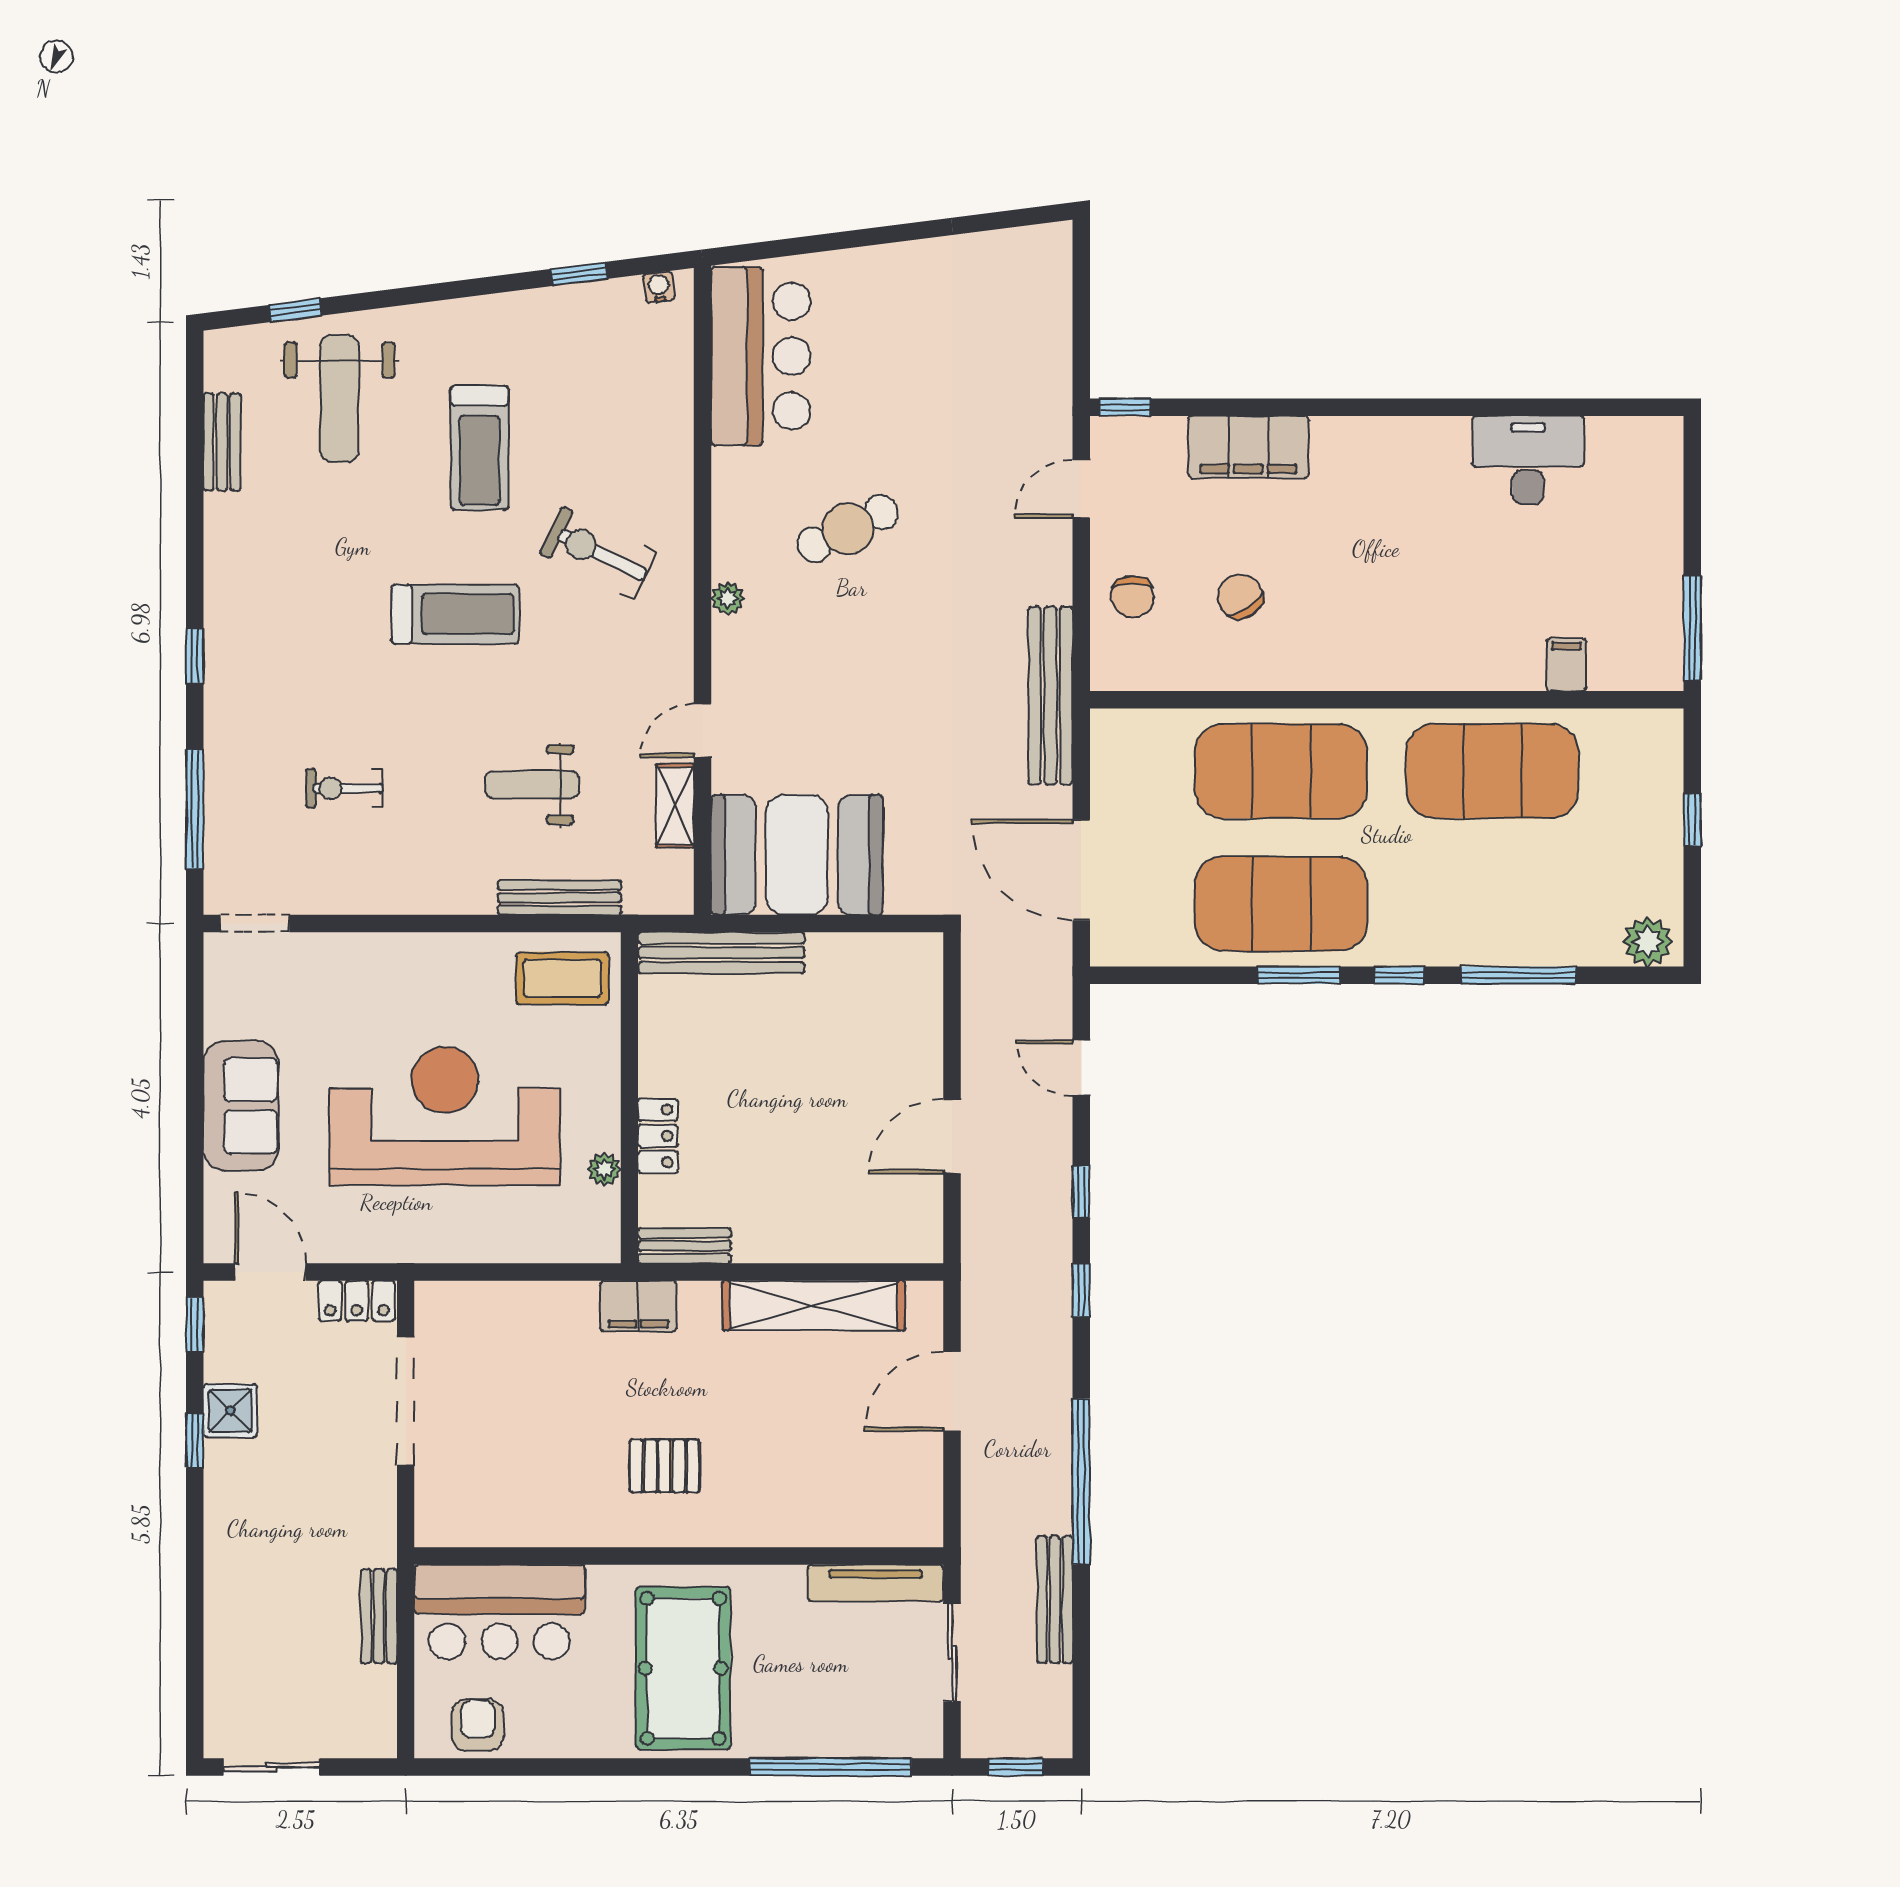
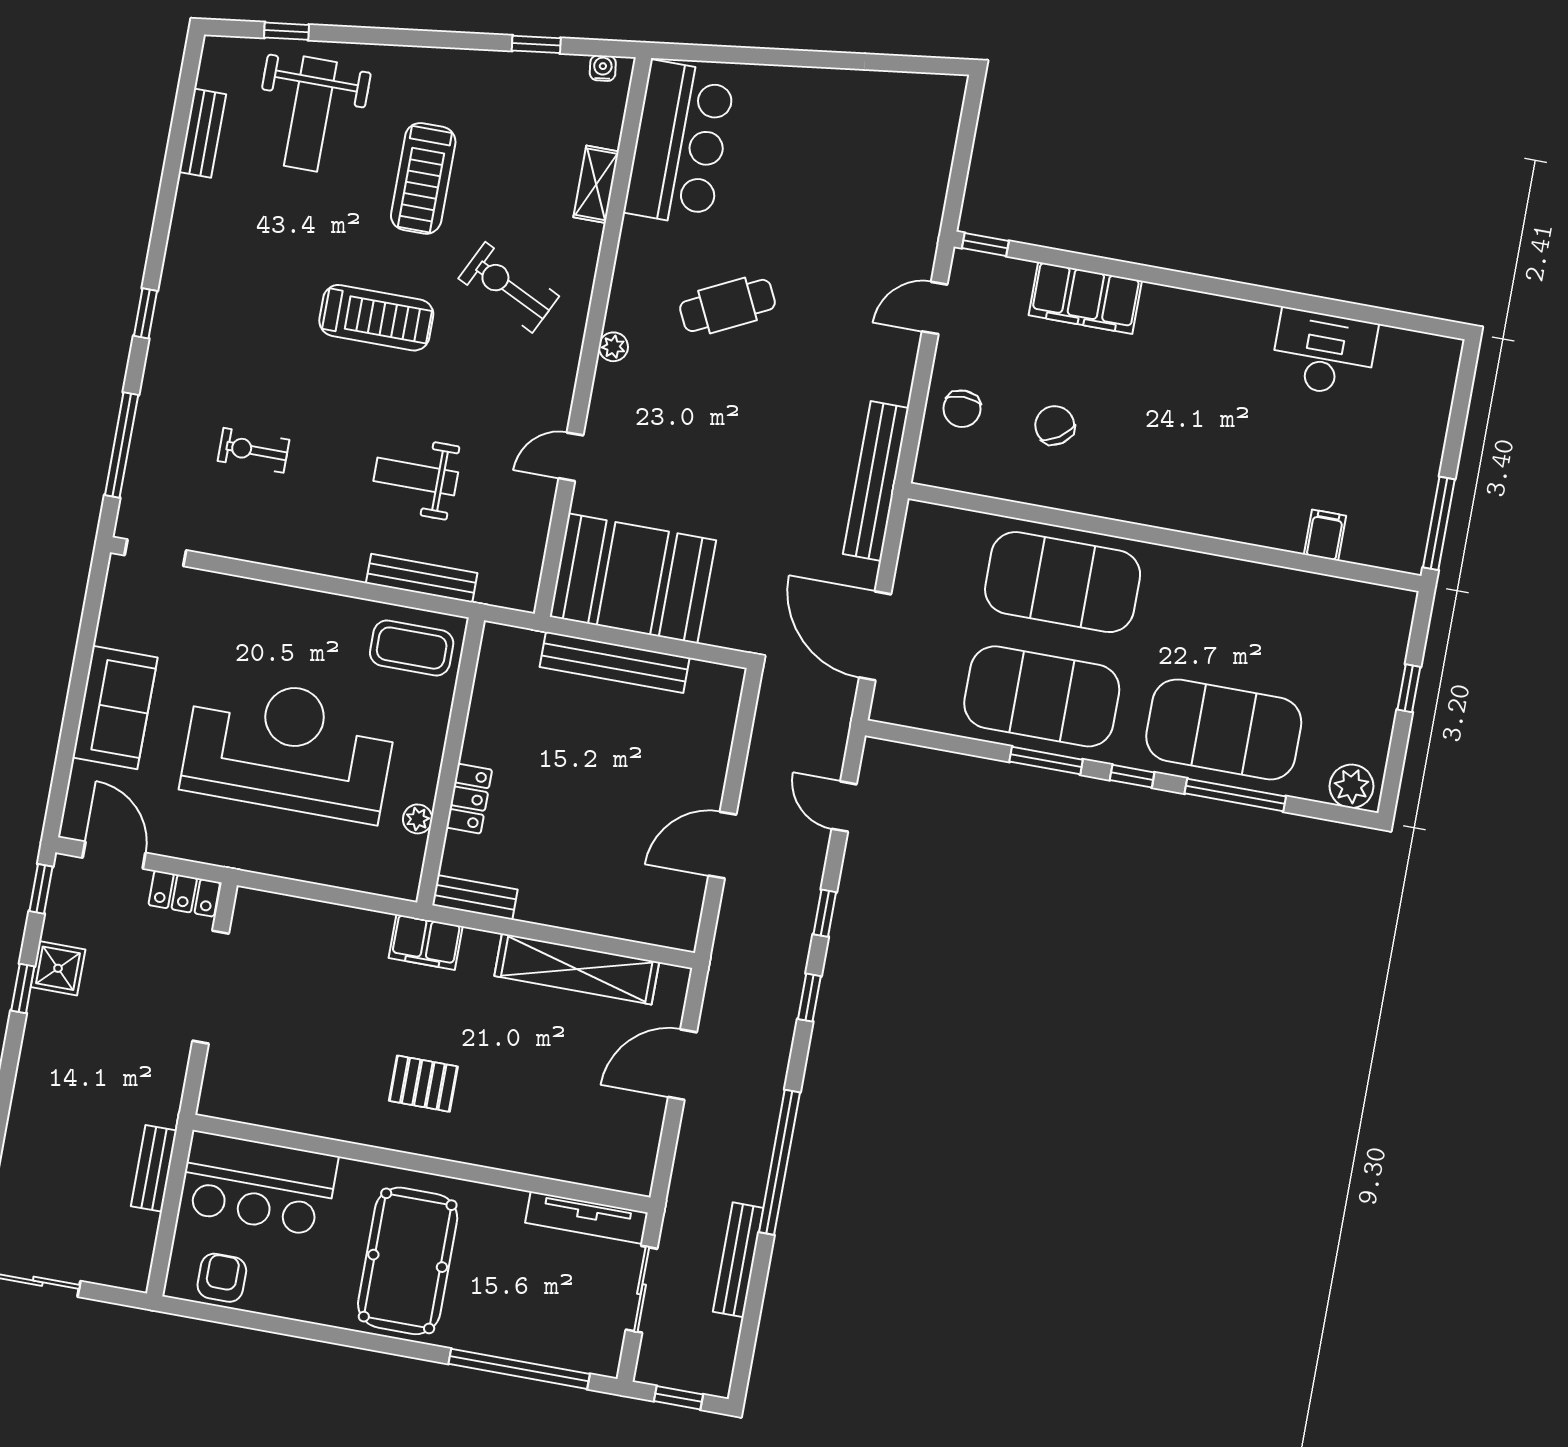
exercise mat: (1492, 771) -> (1224, 729), moved
shelving: (675, 806) -> (596, 184), moved
bench: (721, 953) -> (615, 662), moved

